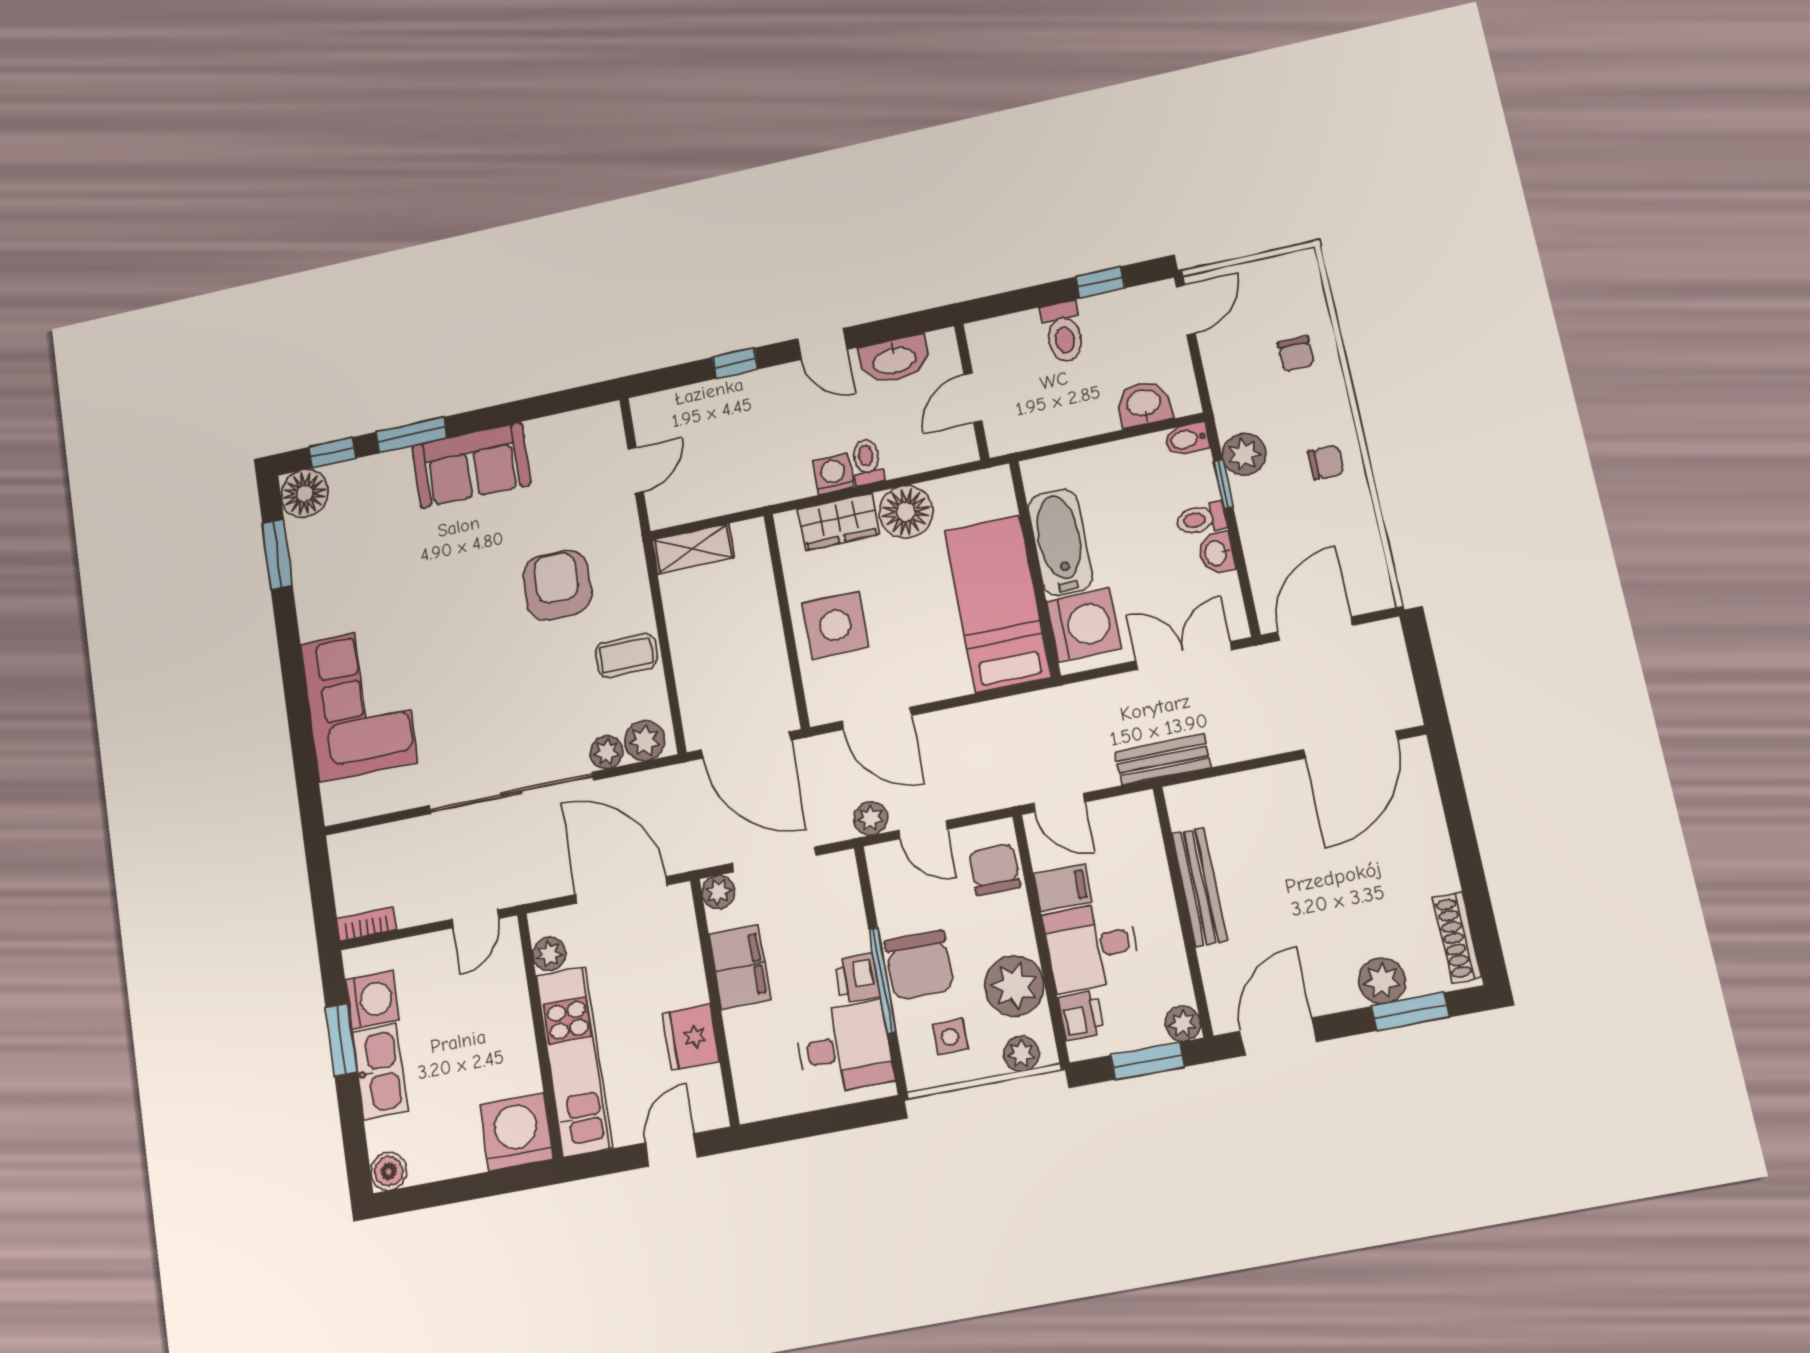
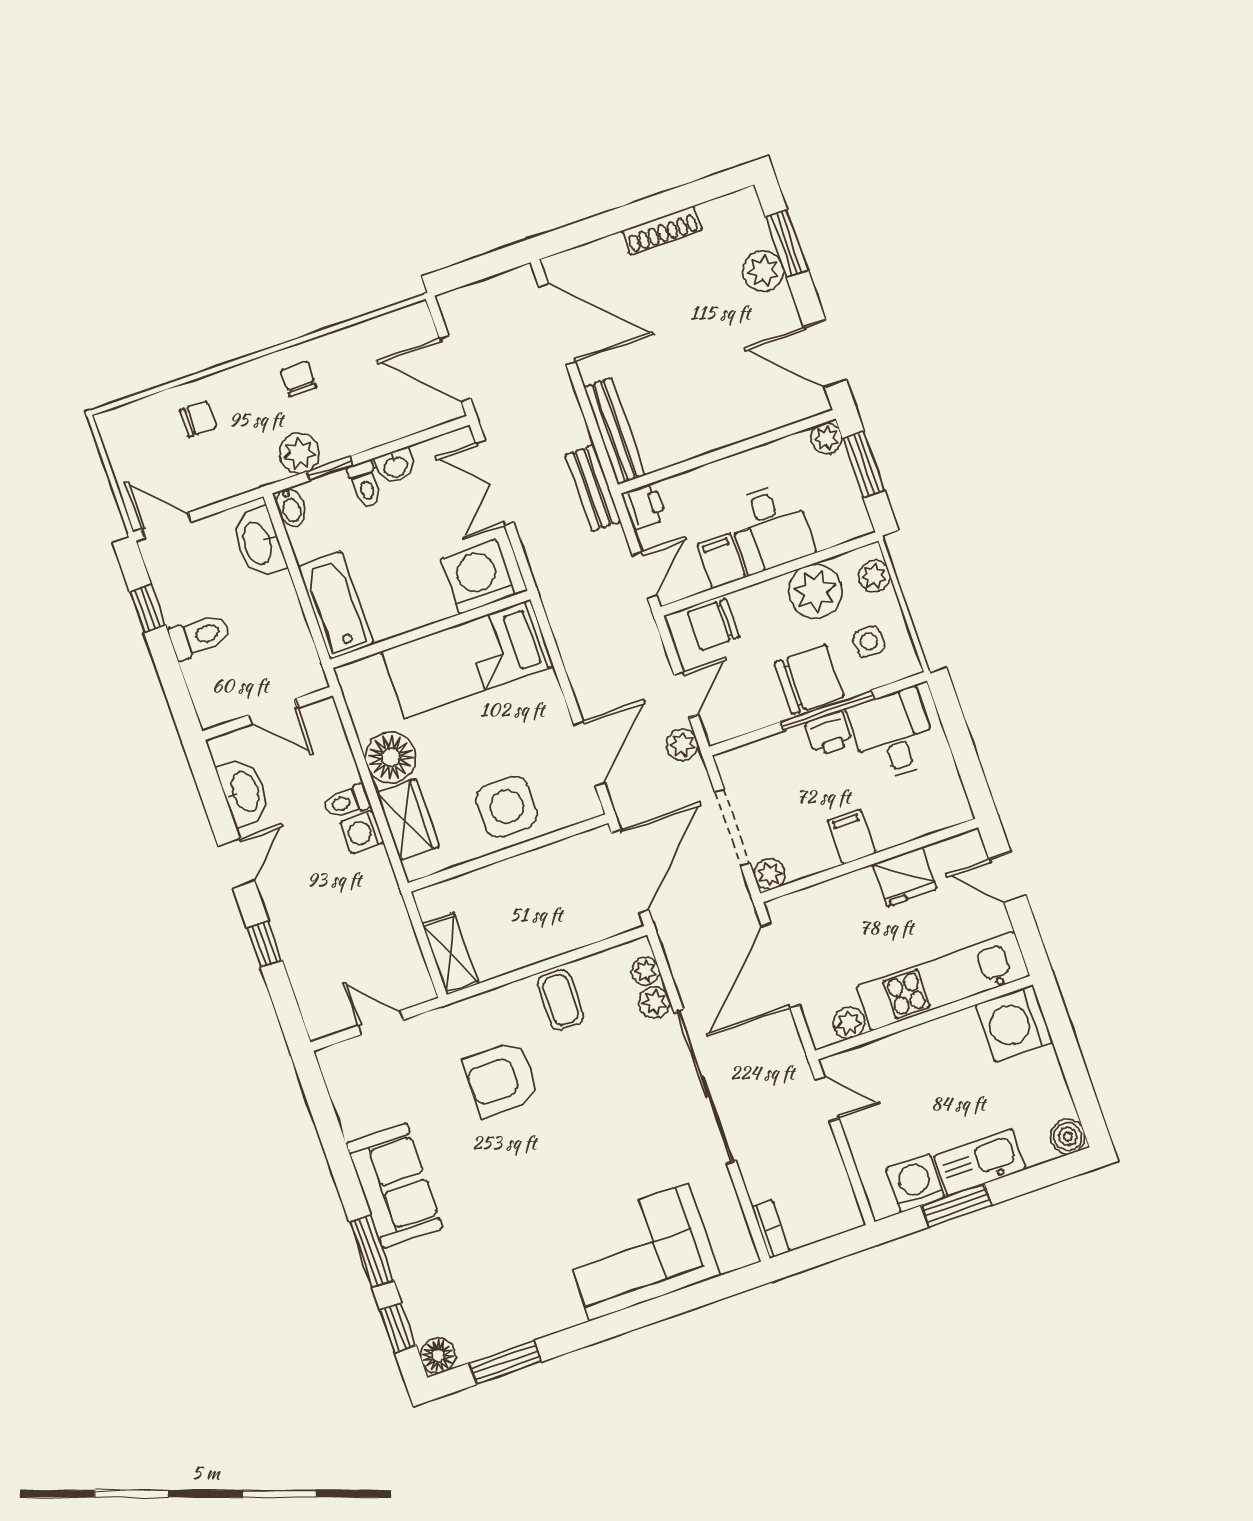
washbasin: (1144, 404) -> (258, 543), width x1.38
floor lamp: (305, 494) -> (438, 1356), width x0.73, depth x0.73
bathtub: (1060, 542) -> (336, 605), moved, turned 90
plant: (645, 741) -> (645, 971), width x0.73, depth x0.73
bench: (1200, 887) -> (614, 431), moved, turned 90
bookcase: (366, 924) -> (771, 1229), moved, turned 180
shoe rack: (1457, 938) -> (662, 230), moved
filing cabinet: (740, 967) -> (851, 837), width x0.50
printer: (1081, 1016) -> (644, 506), moved, turned 90

